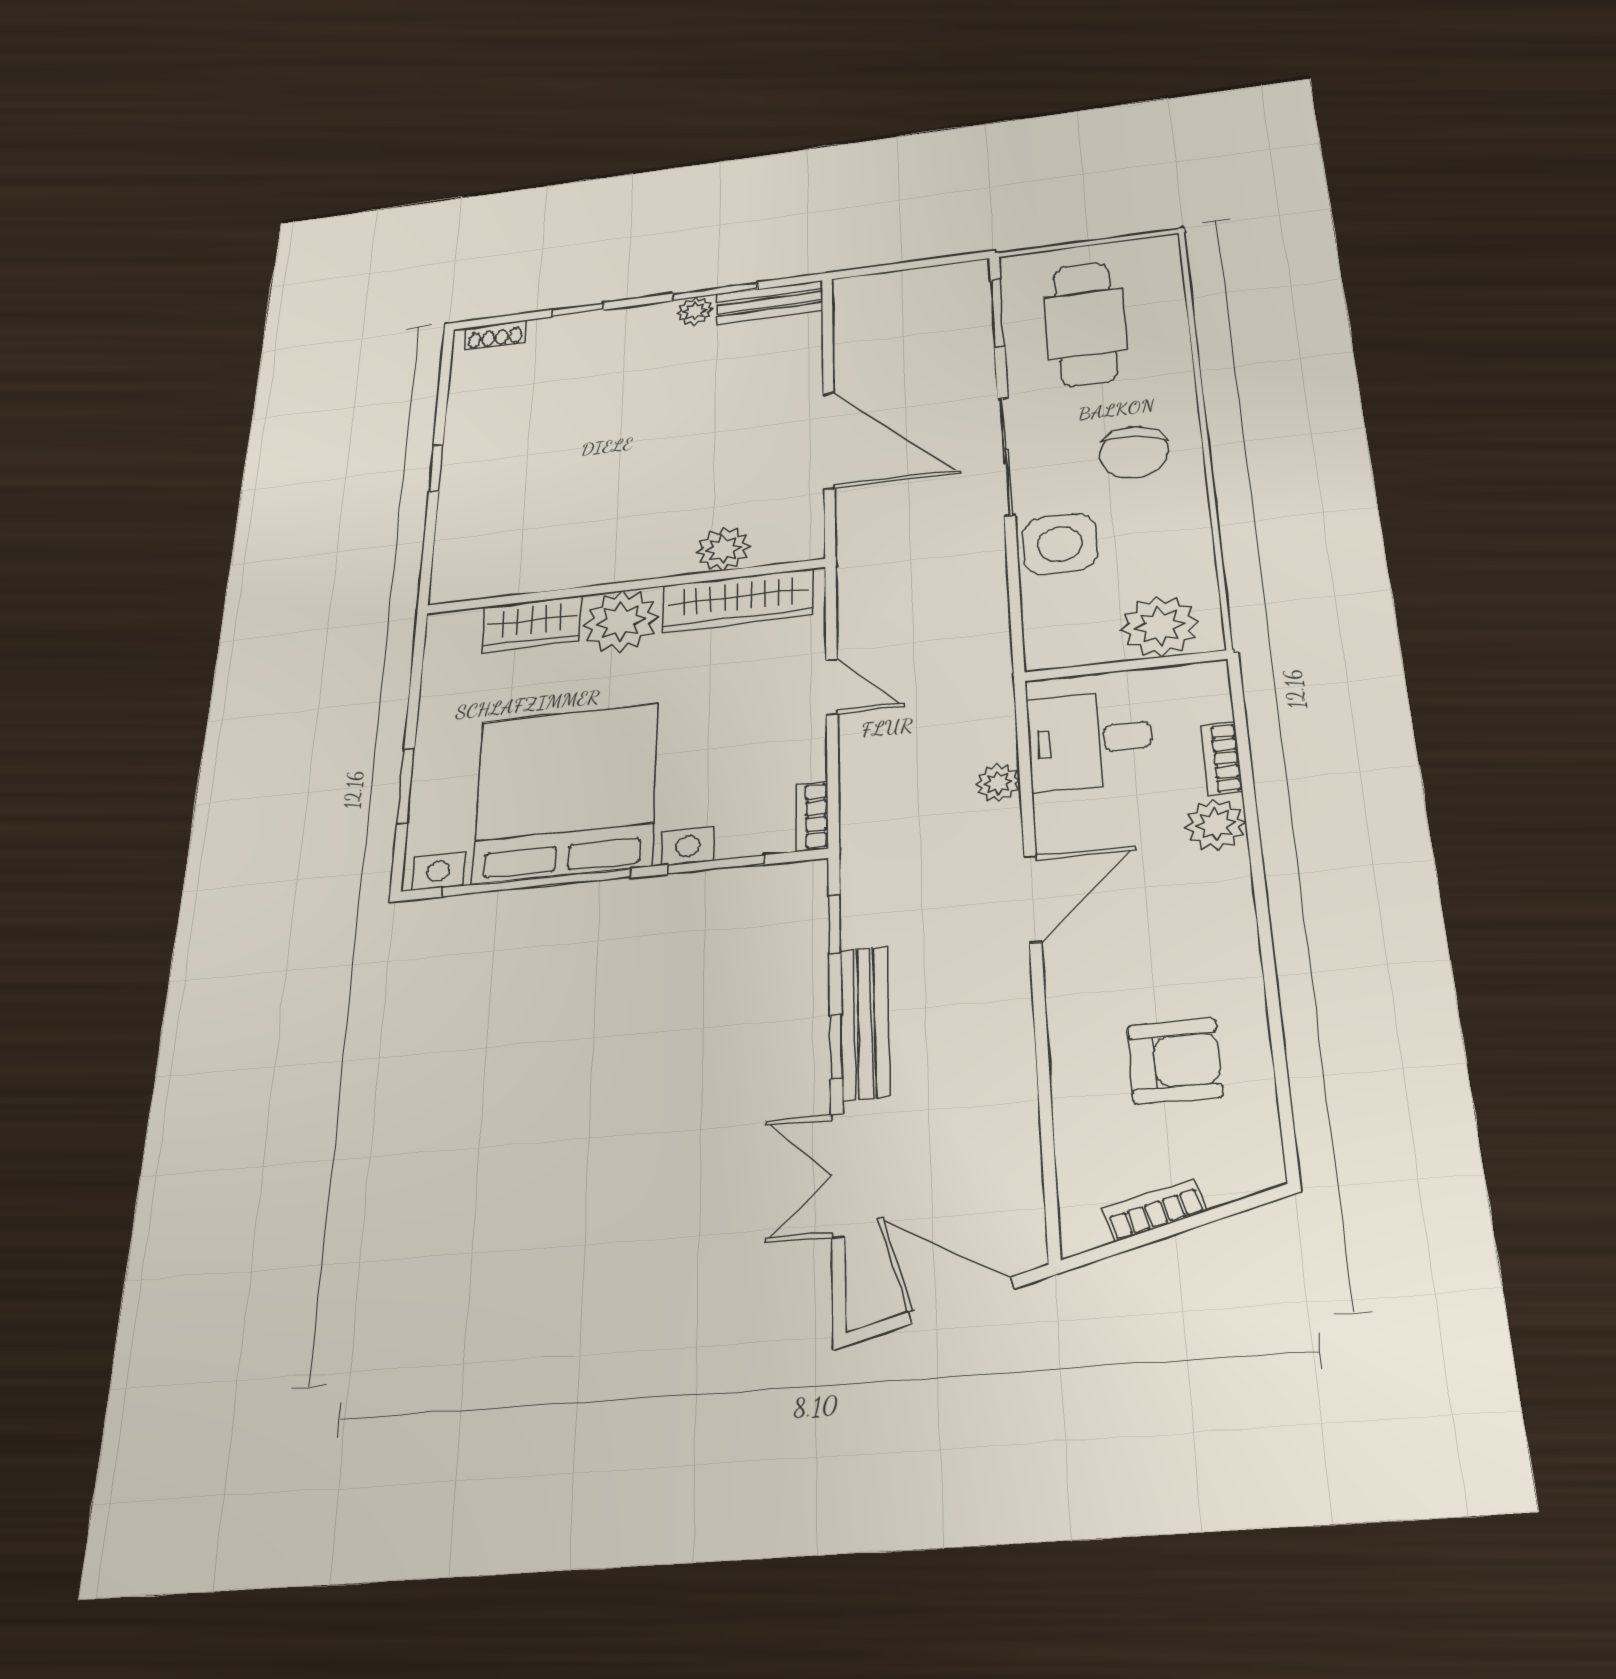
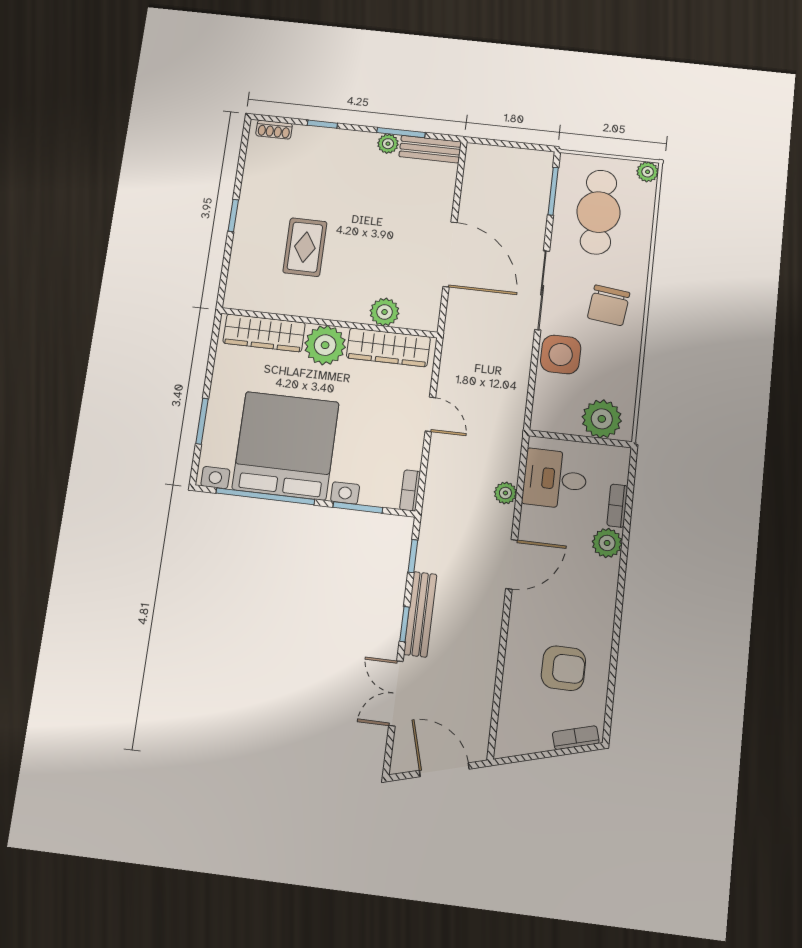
plant: (1161, 250) -> (648, 172), added
rug: (567, 486) -> (305, 247), added
wardrobe: (531, 624) -> (264, 333), width x1.50
bookcase: (1155, 1210) -> (576, 738), moved

